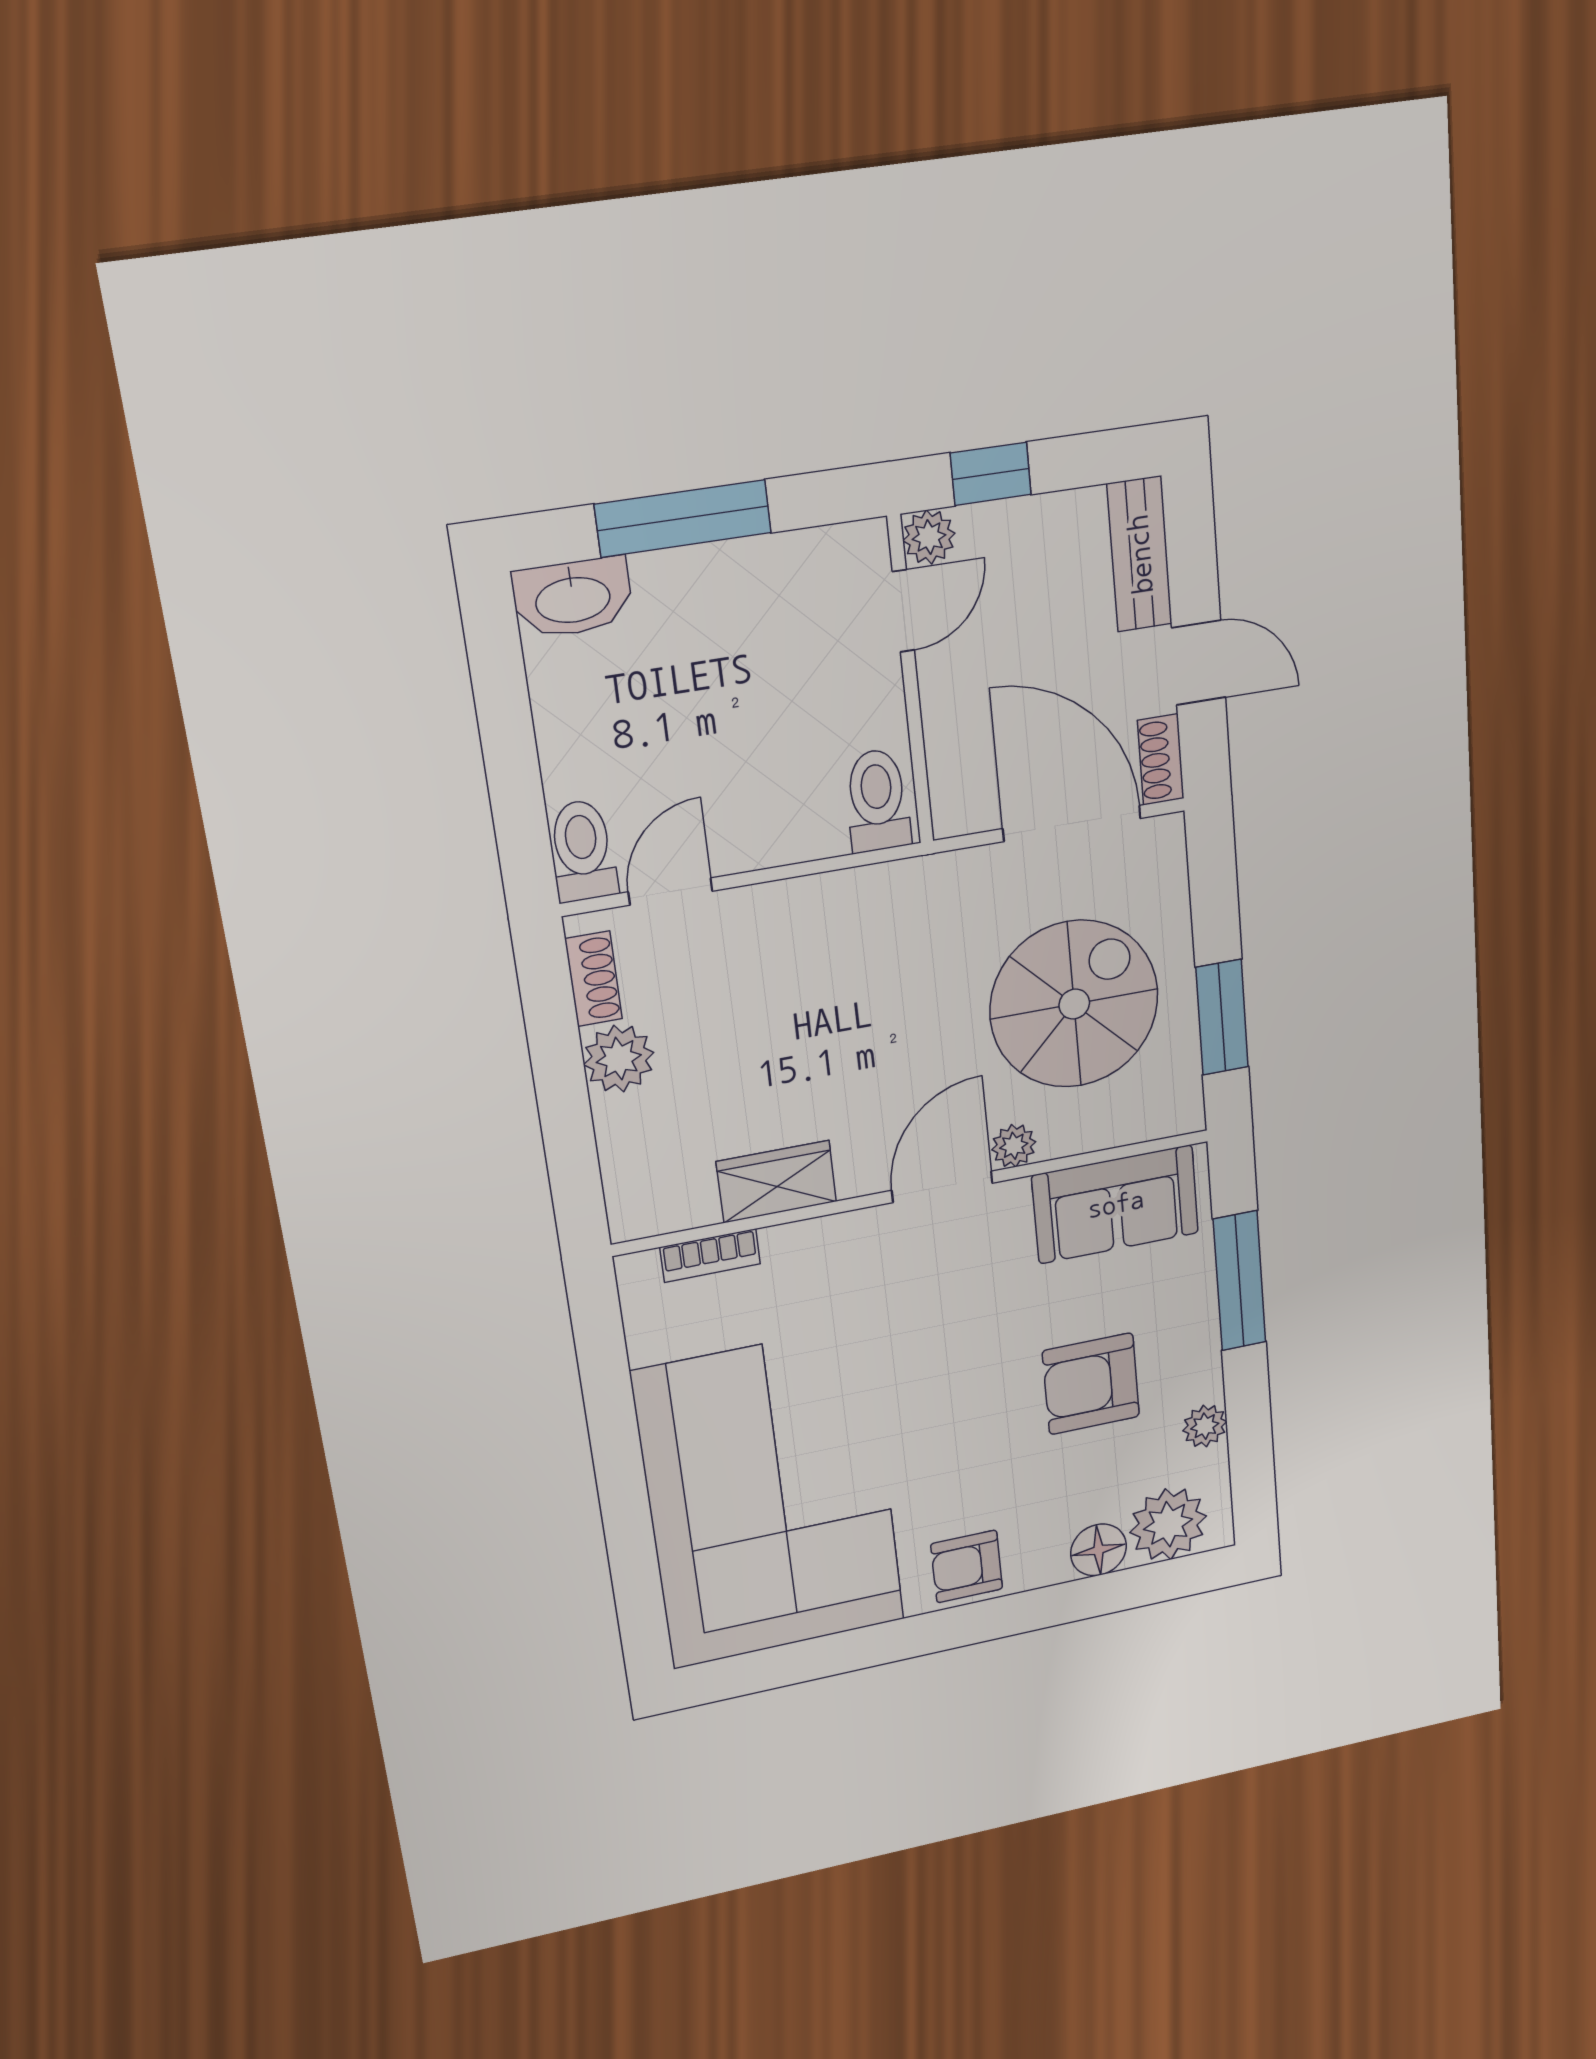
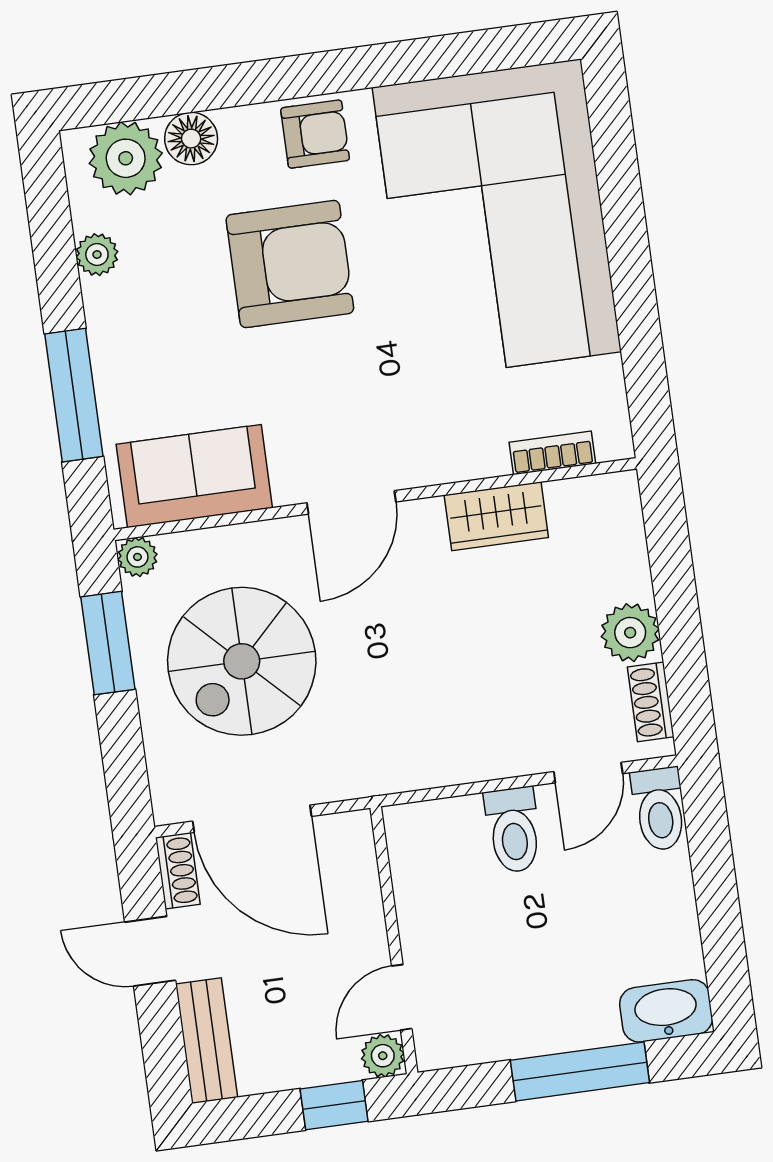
toilet: (877, 800) -> (513, 830), moved
plant: (1014, 1146) -> (138, 557), moved
armchair: (1091, 1384) -> (290, 264), moved, width x1.36, depth x1.36

